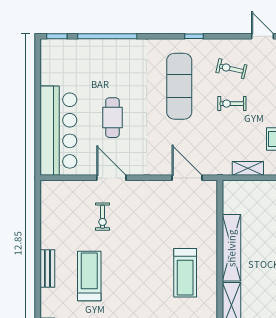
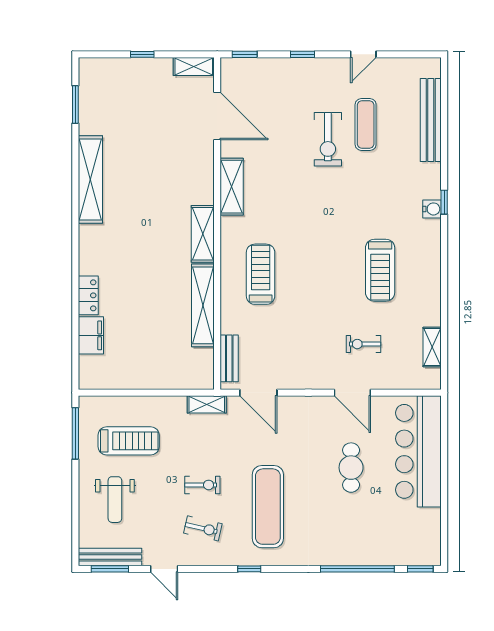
shelving: (248, 168) -> (207, 404), moved
shelving: (47, 214) -> (432, 347), added
exercise bike: (103, 217) -> (363, 344), turned -90
bench: (47, 269) -> (229, 358), moved

